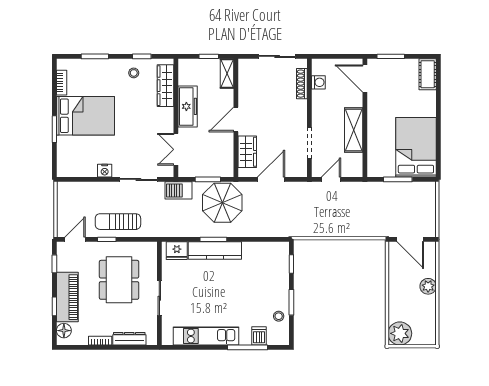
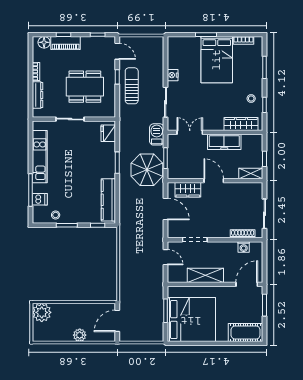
cot: (428, 74) -> (246, 333), width x1.37, depth x1.34
bed: (416, 147) -> (191, 320), width x1.36
kitchen counter: (215, 251) -> (108, 200), moved
piano: (67, 297) -> (66, 43), width x0.73, depth x0.75

